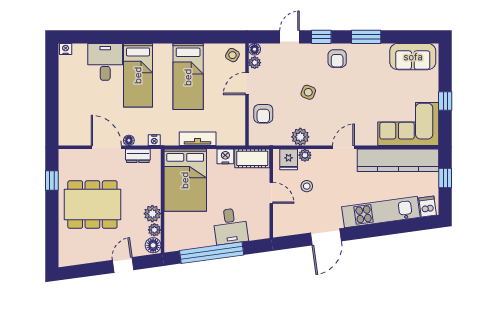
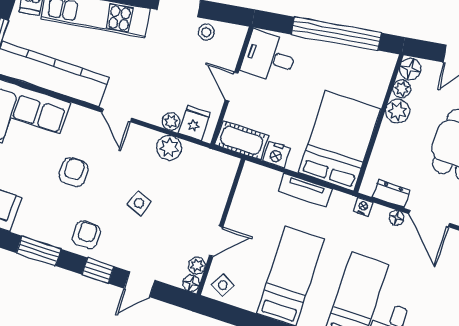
armchair: (263, 114) -> (74, 172), moved
door: (344, 147) -> (117, 115), hinge flipped
stool: (307, 186) -> (206, 32), moved
desk: (230, 226) -> (269, 57), moved, turned -82

